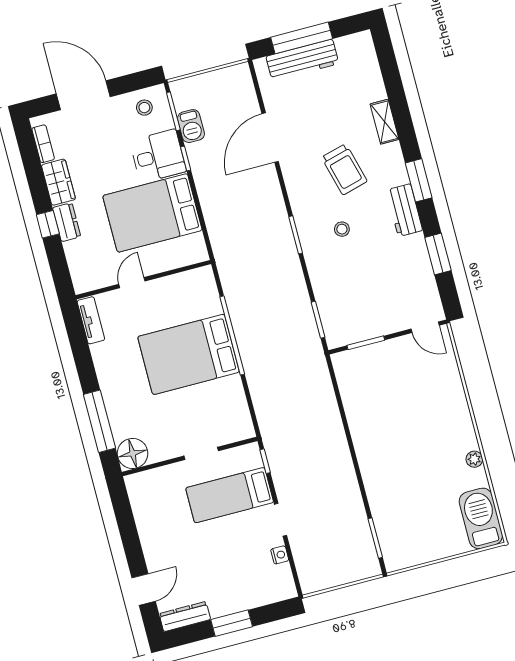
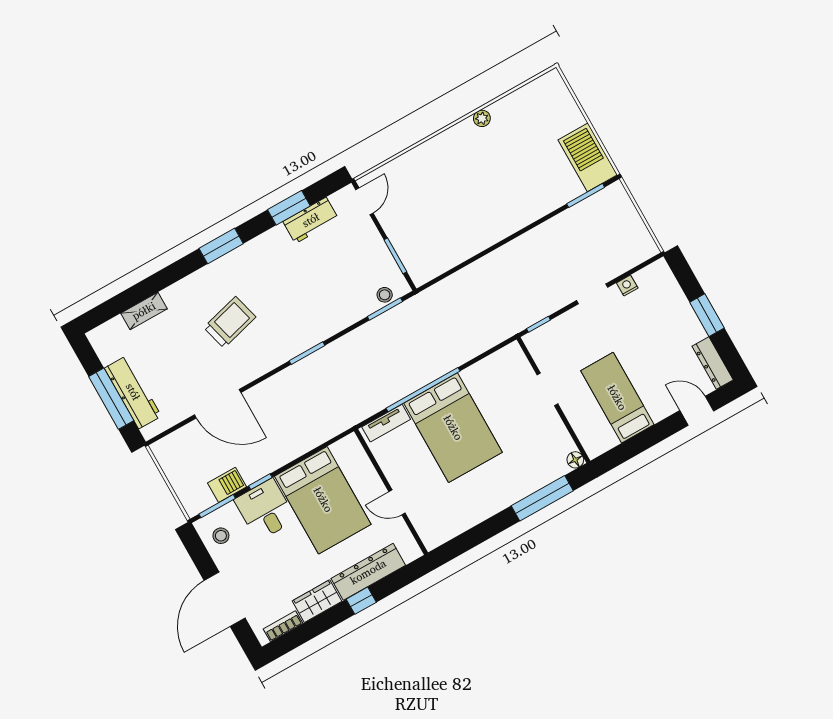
shelving: (385, 122) -> (144, 311), moved
workbench: (404, 210) -> (311, 220), moved
dresser: (67, 222) -> (368, 572), width x1.96, depth x1.24
stool: (342, 229) -> (385, 295), moved
tv unit: (91, 320) -> (386, 423), moved, turned 180
floor lamp: (133, 453) -> (575, 460), width x0.53, depth x0.53
bed: (230, 495) -> (617, 398), moved, turned 180
barbecue: (481, 518) -> (588, 157), moved, turned 90

